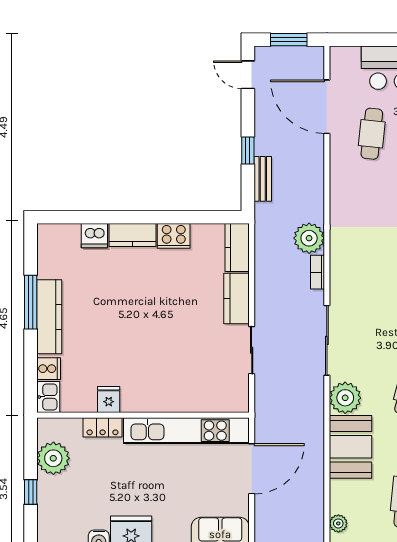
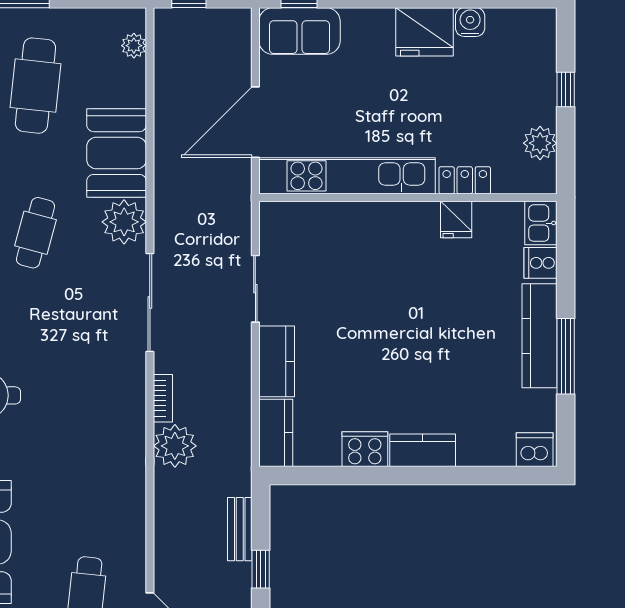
dishwasher: (94, 236) -> (535, 450), moved
plant: (53, 458) -> (540, 143), width x0.73, depth x0.73

